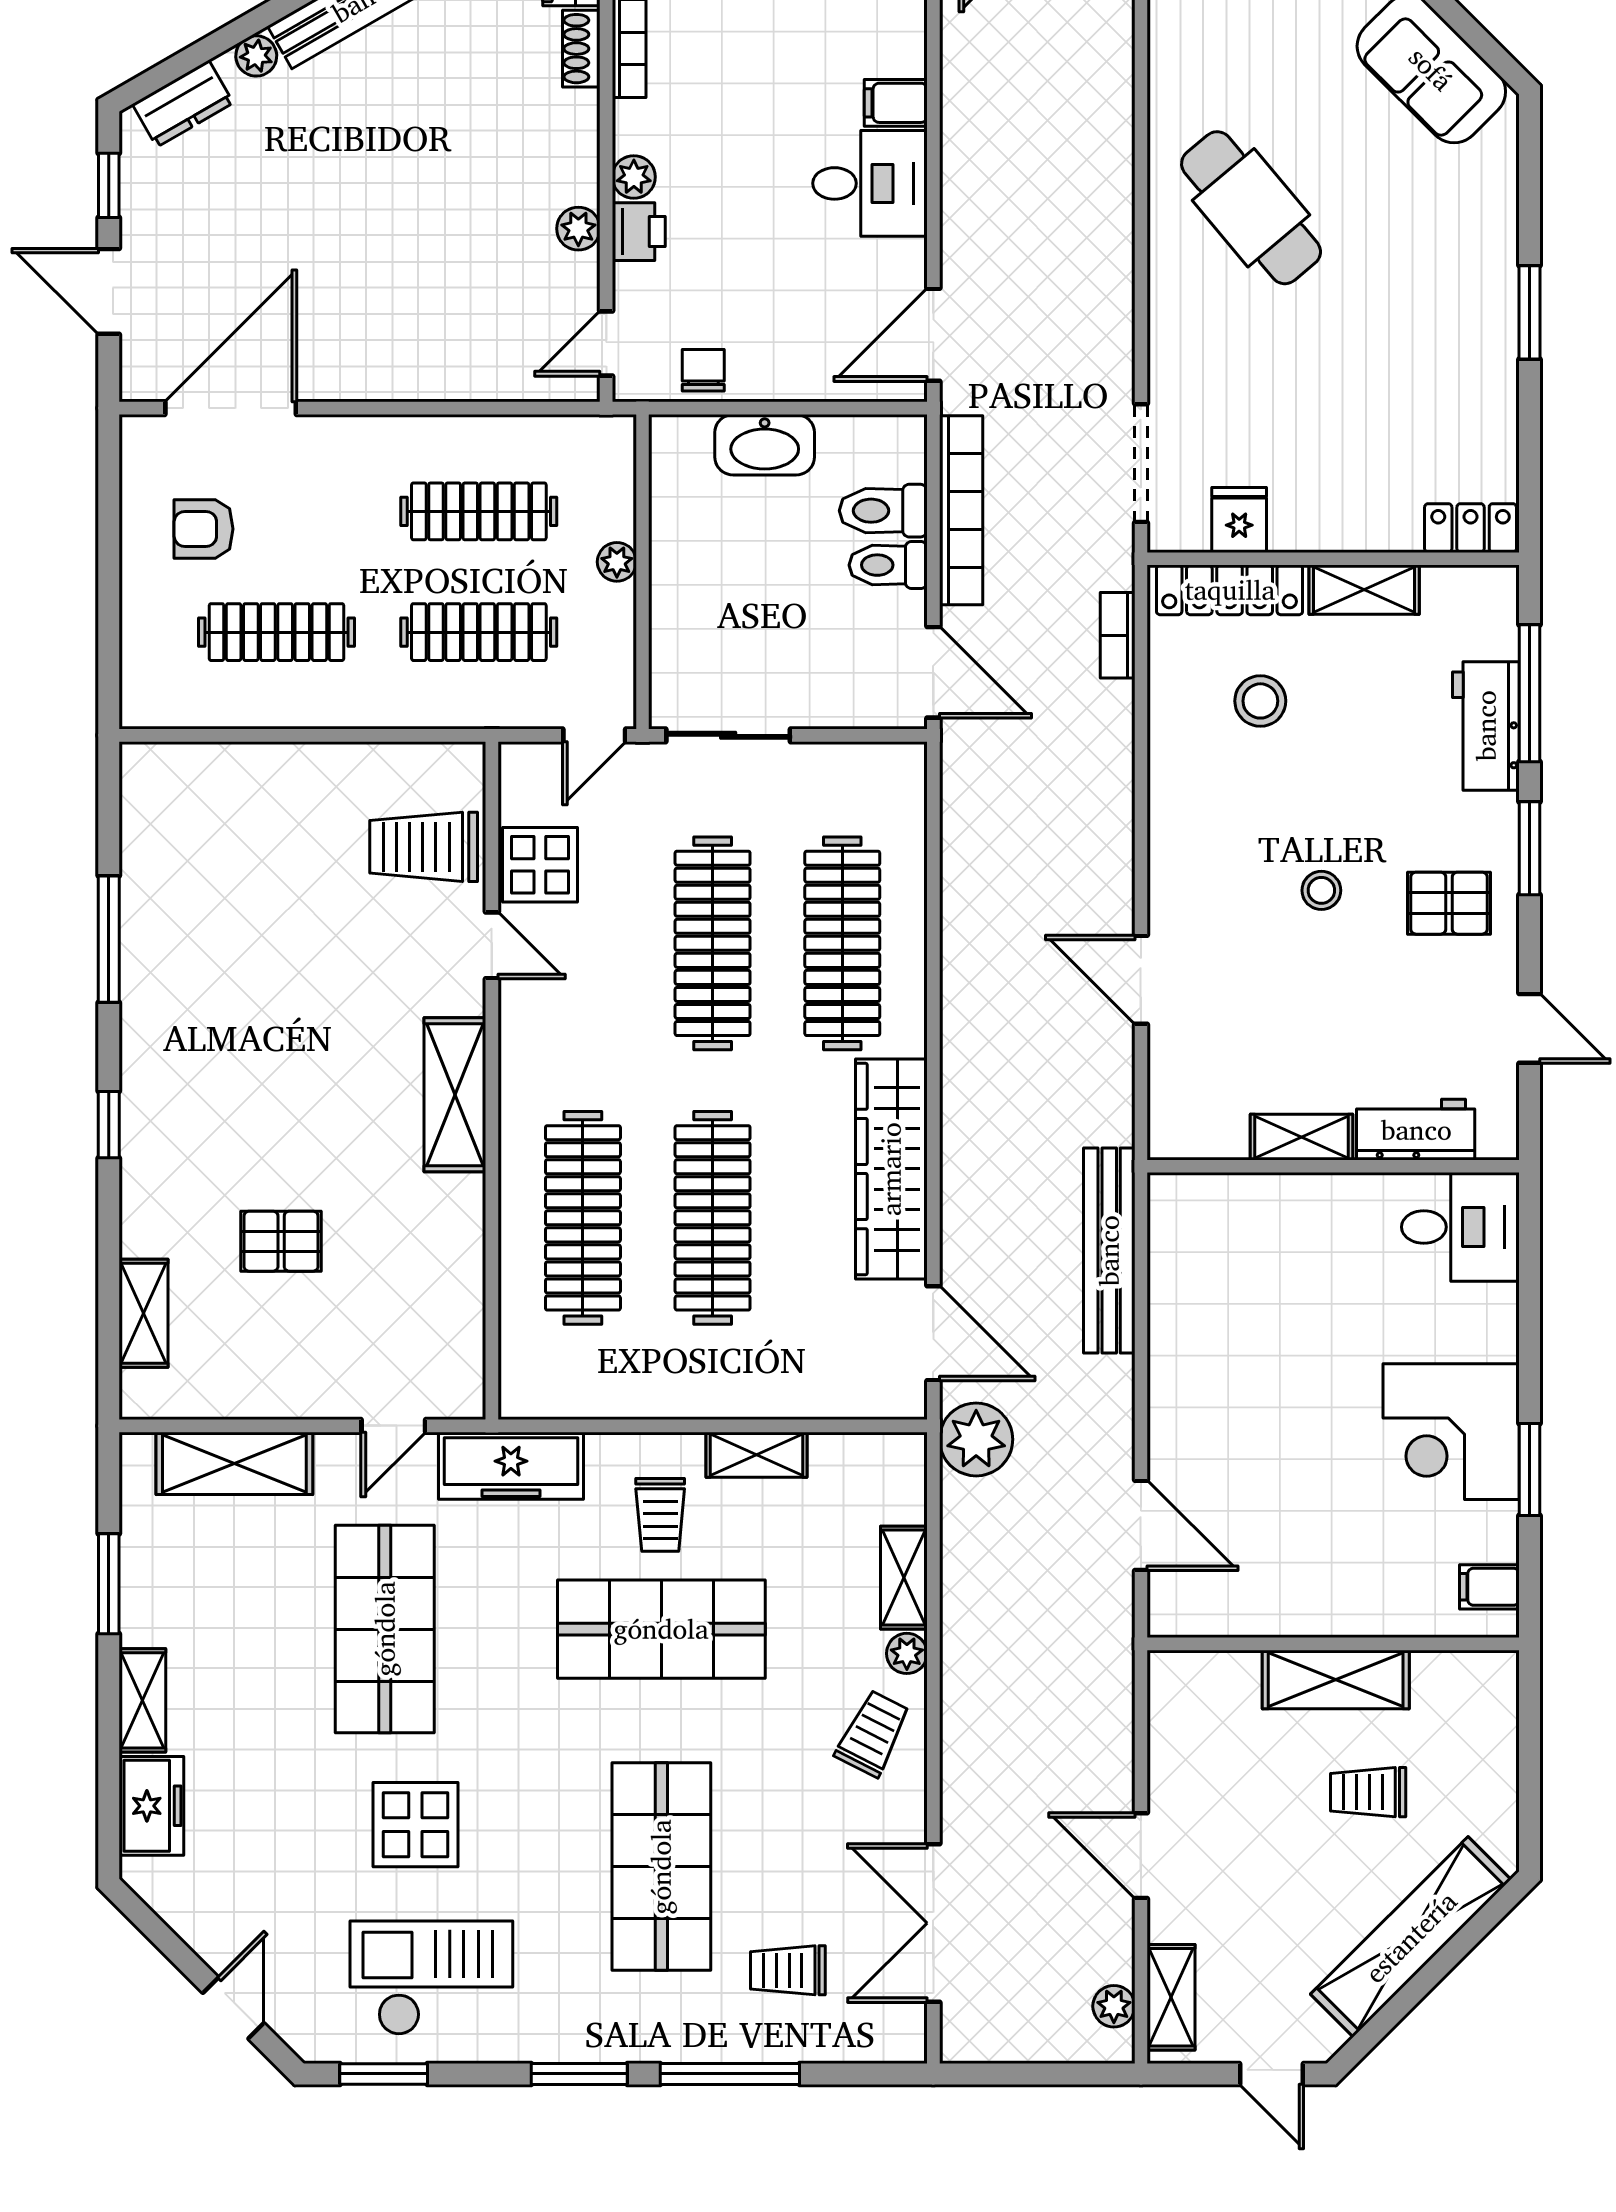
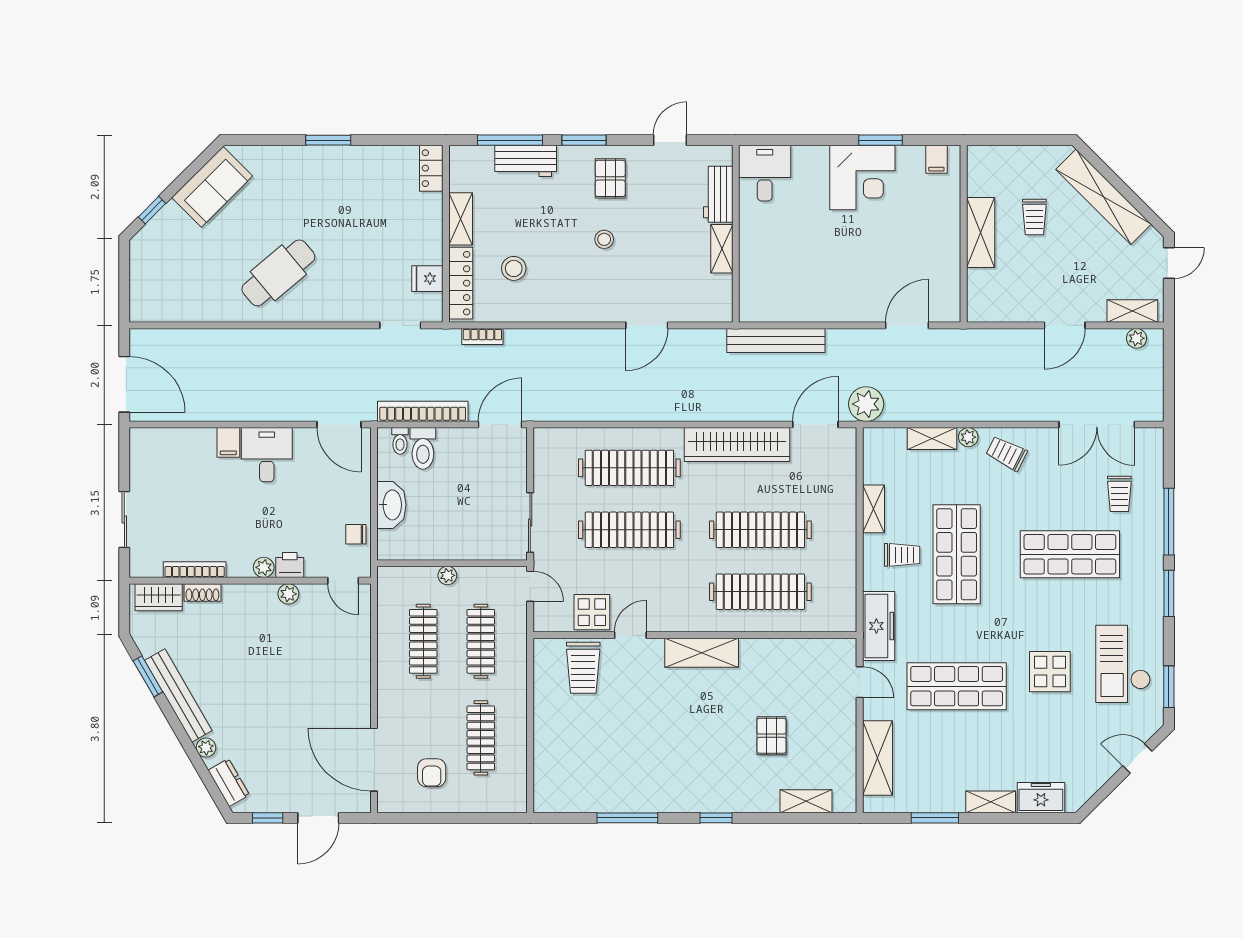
doorway: (1141, 463) -> (400, 325), width x0.73
toilet: (888, 565) -> (400, 441), moved, width x0.73, depth x0.72

